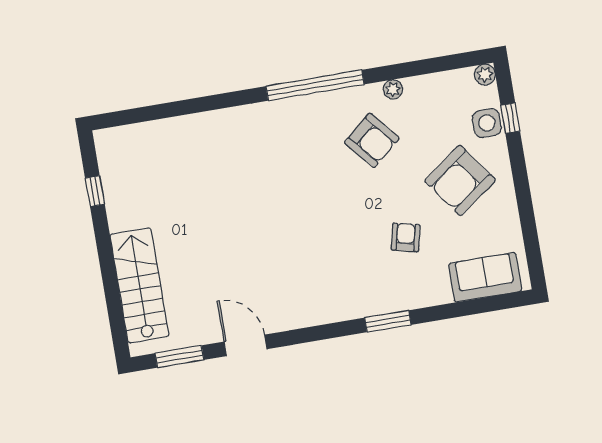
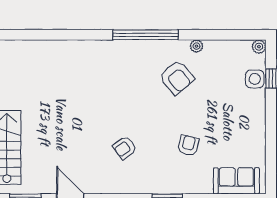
armchair: (460, 180) -> (125, 148), moved, width x0.53, depth x0.53

